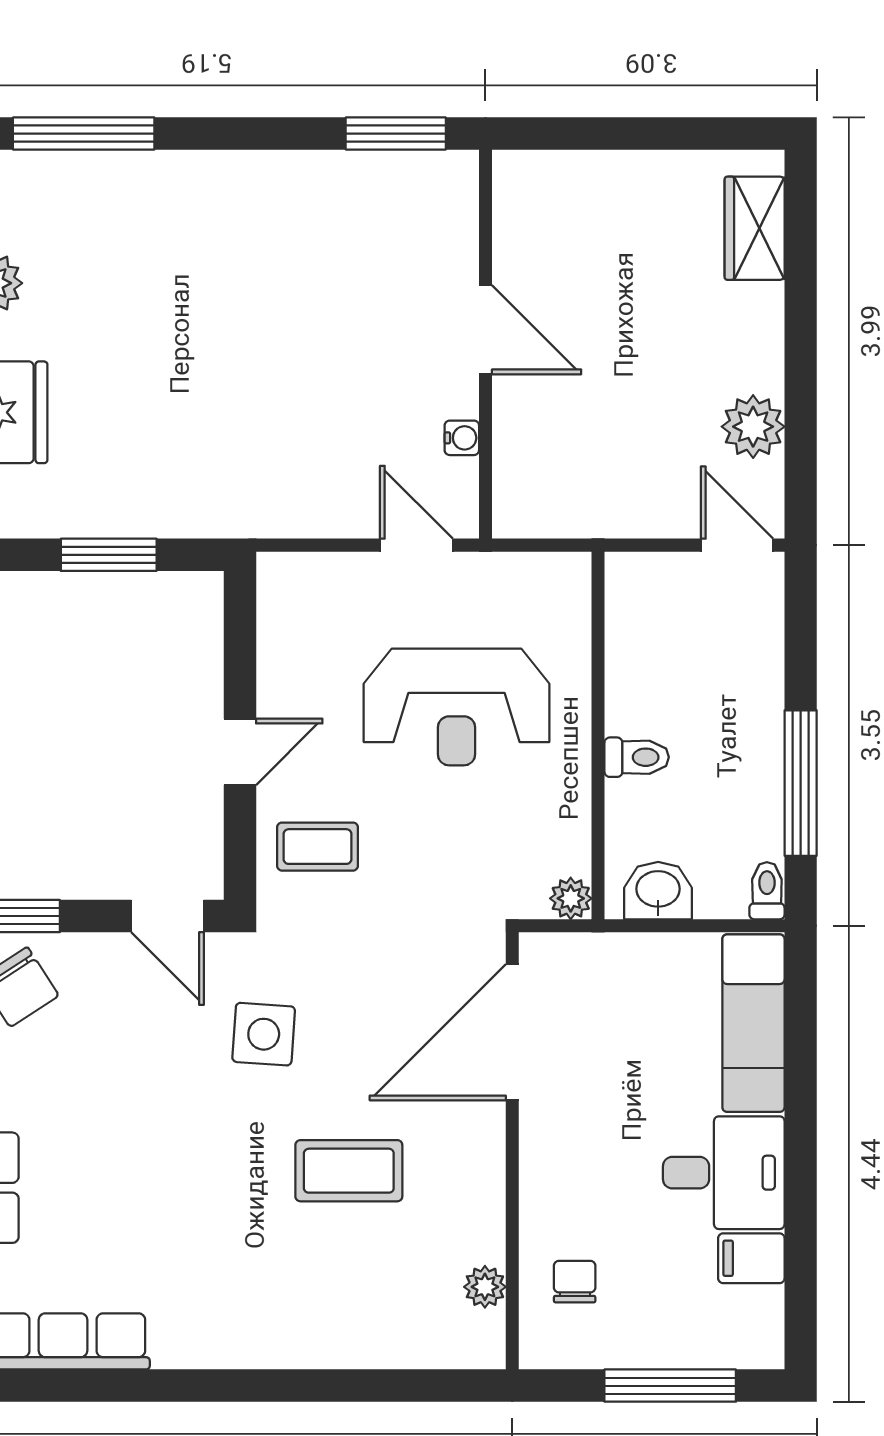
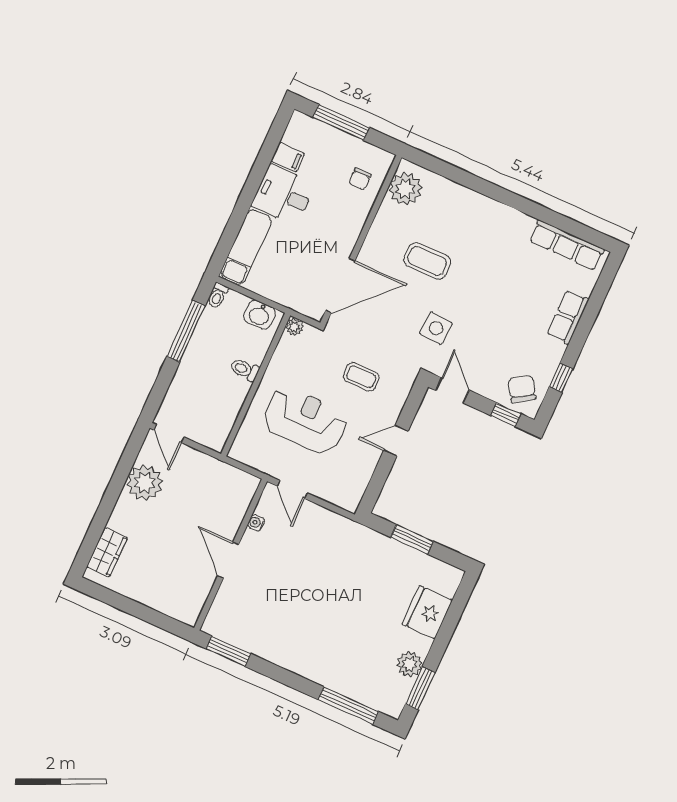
plant: (753, 427) -> (145, 483), width x1.36, depth x1.36
coffee table: (318, 847) -> (361, 377), moved
plant: (485, 1287) -> (405, 189), width x1.88, depth x1.88

